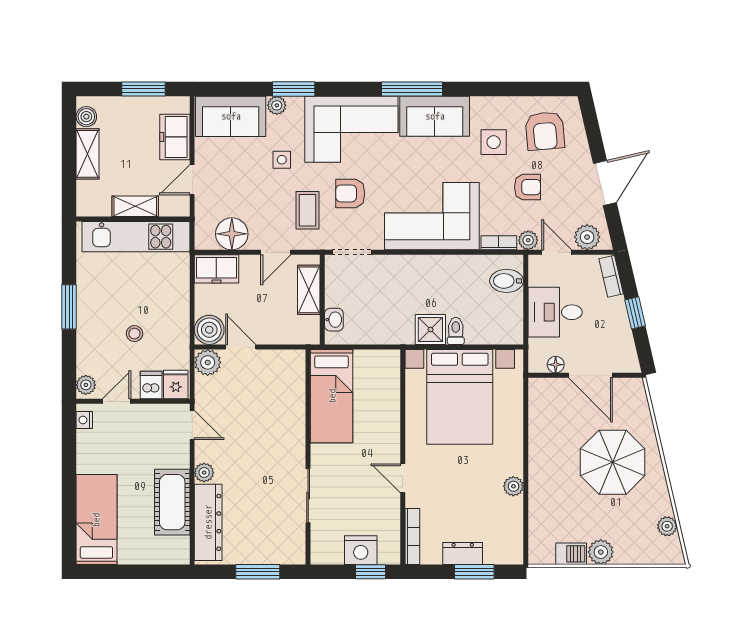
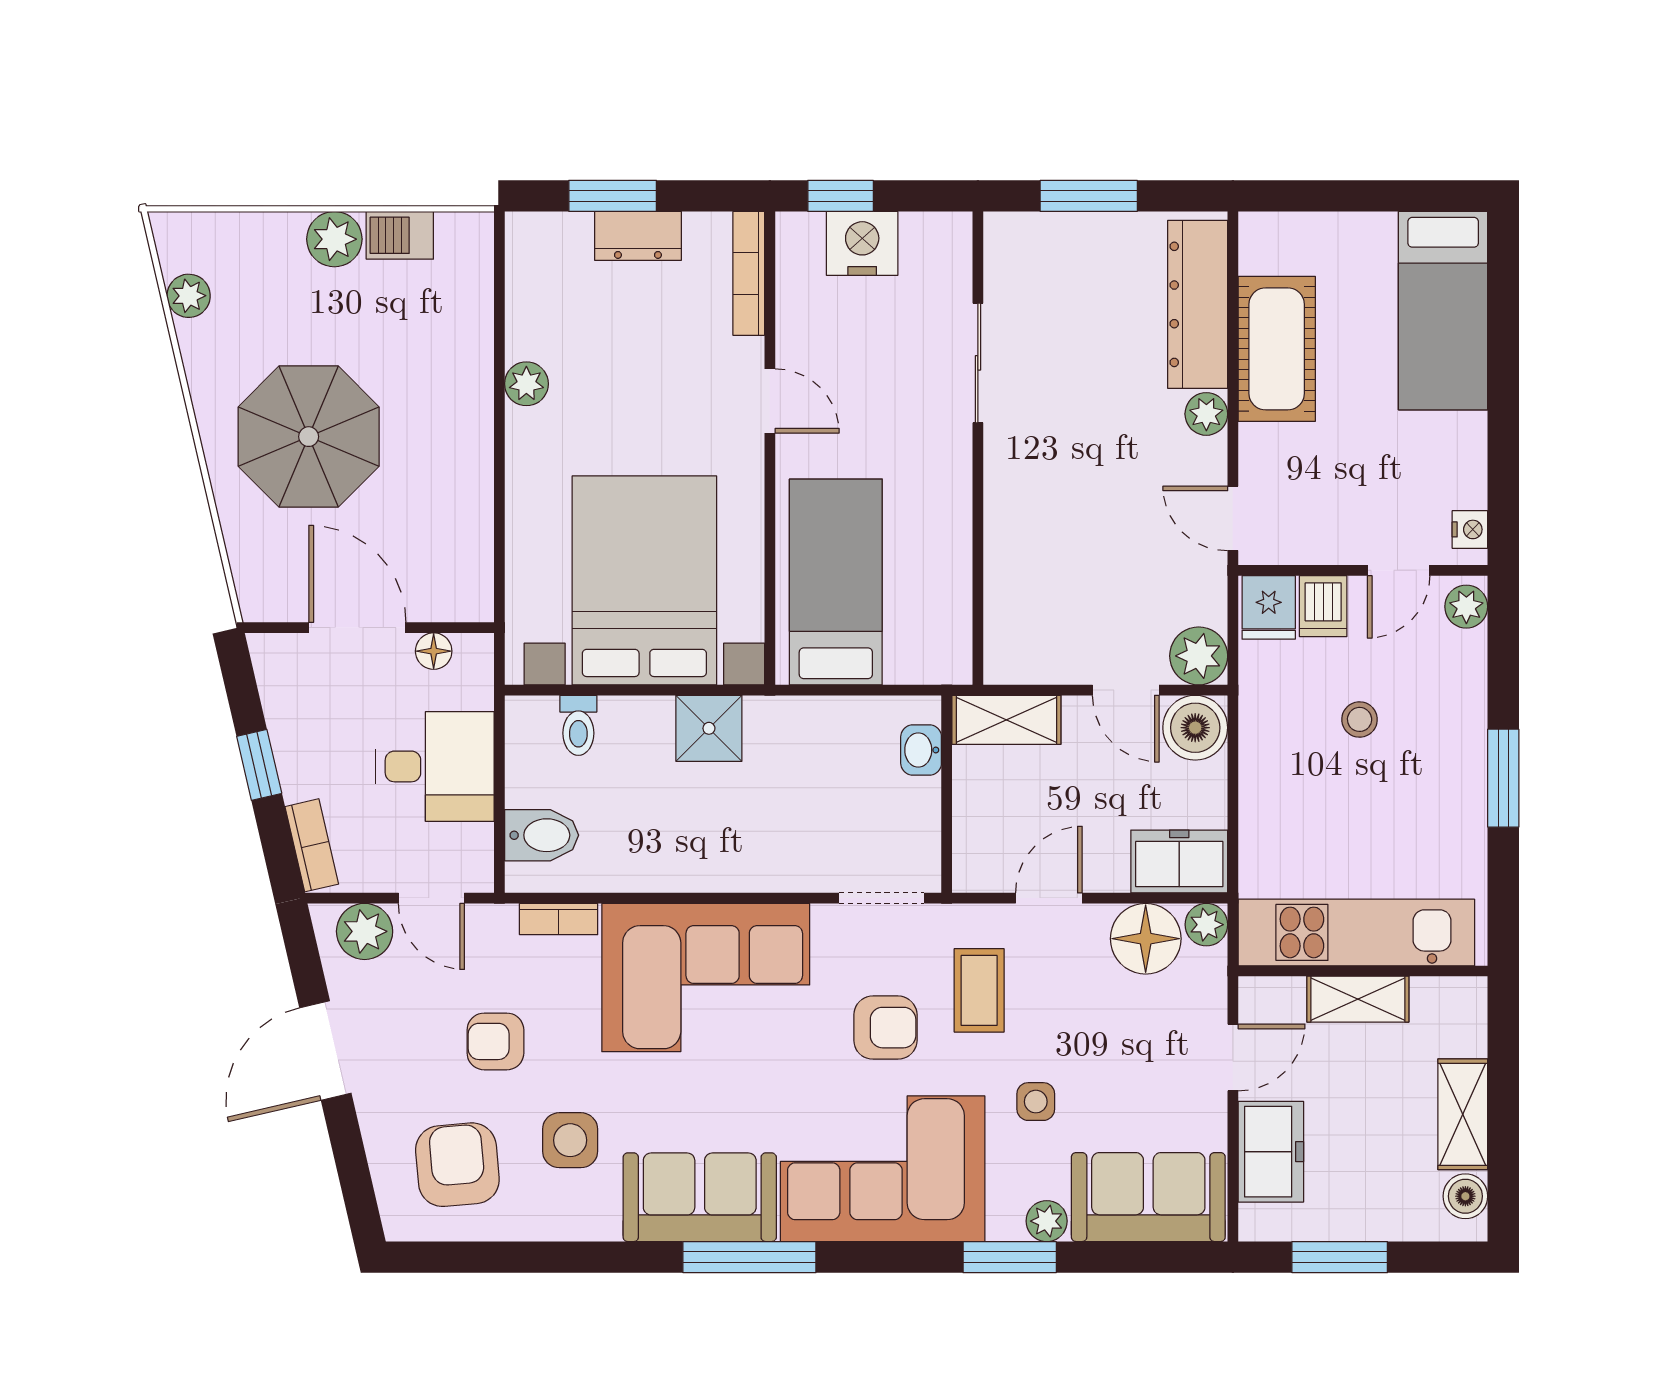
plant: (528, 240) -> (1206, 925), moved
shelving: (309, 290) -> (1006, 720), moved, turned 90
toilet: (456, 331) -> (578, 725), moved
bed: (332, 396) -> (836, 582), moved

